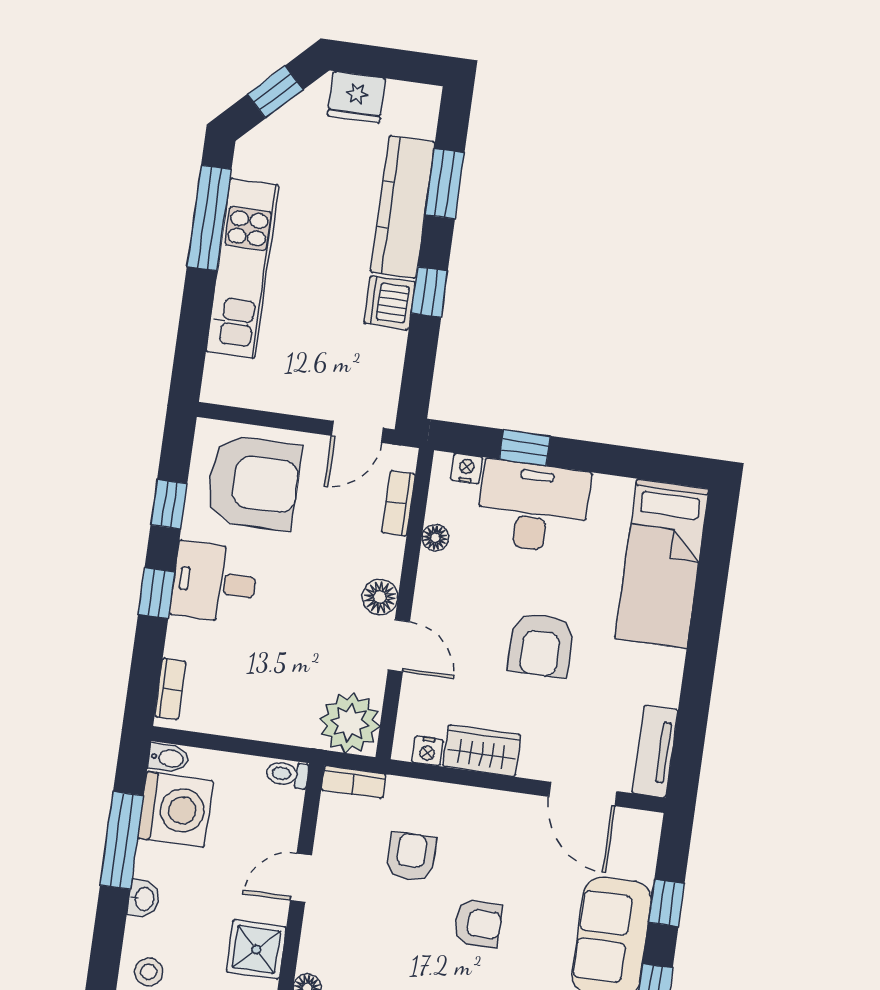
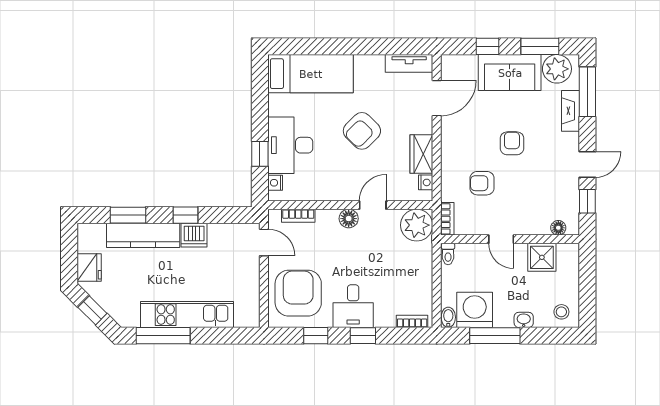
floor lamp: (435, 538) -> (314, 194), removed
armchair: (541, 645) -> (362, 131), turned 135

